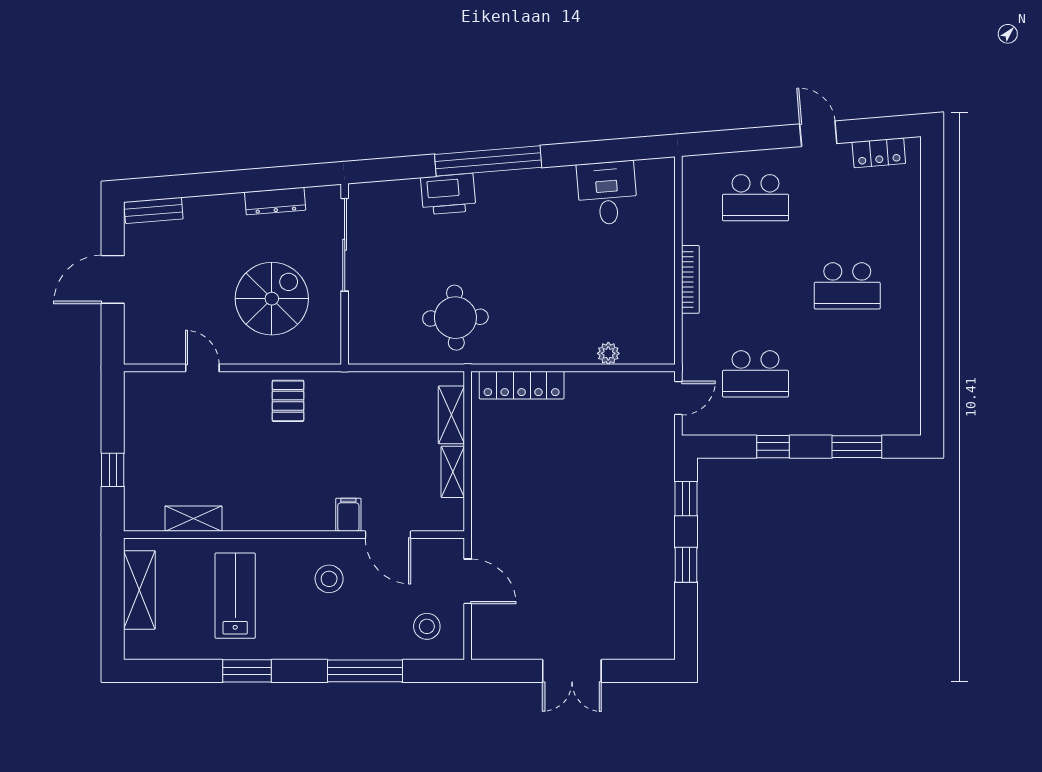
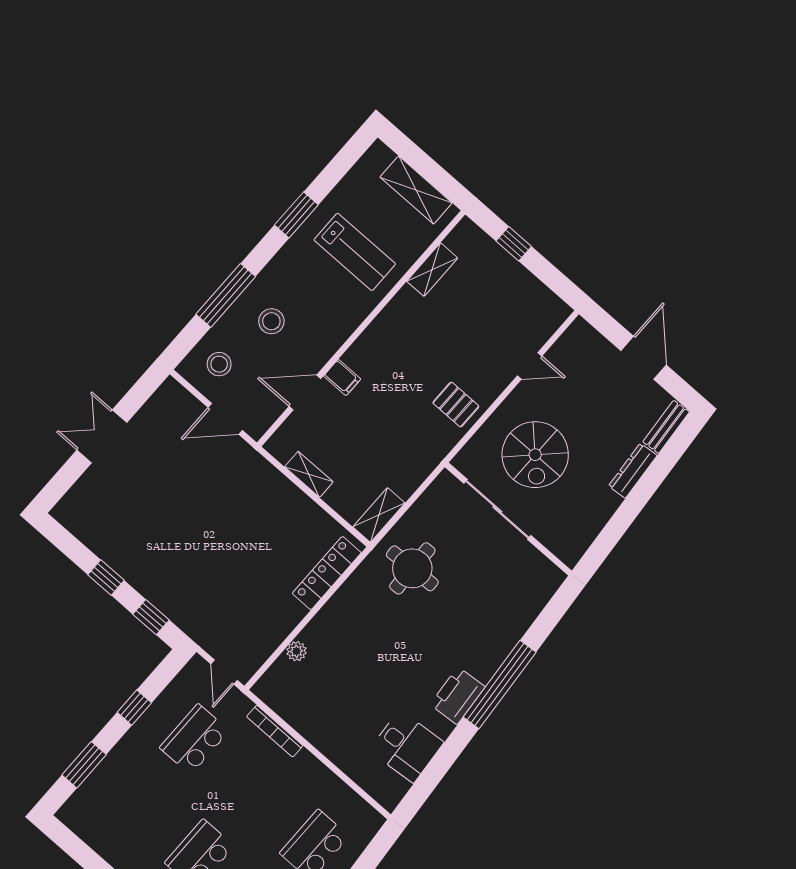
printer: (448, 194) -> (458, 696), moved
dresser: (275, 201) -> (633, 471), moved
sliding door: (345, 245) -> (497, 509), moved
bookcase: (690, 279) -> (275, 731), moved
shelving: (451, 415) -> (379, 515), moved, turned 90
stool: (329, 579) -> (271, 321), moved

